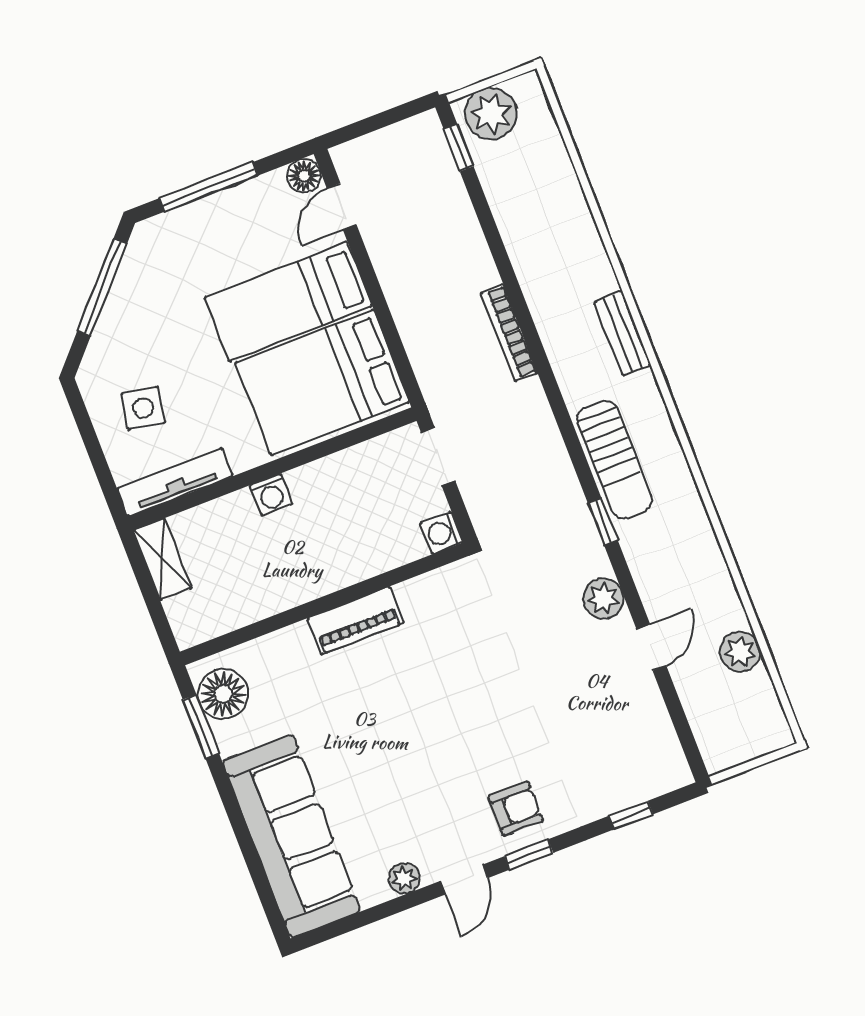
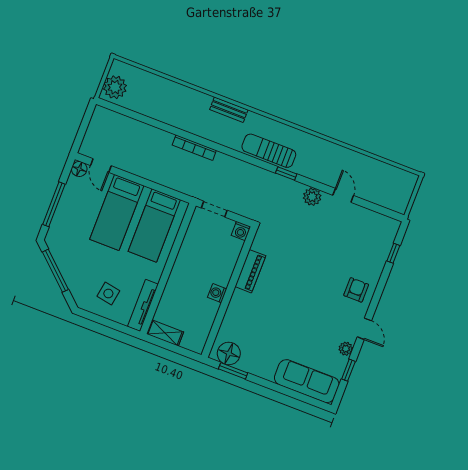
window: (458, 148) -> (117, 108), removed
bed: (322, 382) -> (154, 226), width x0.67
sun lounger: (614, 460) -> (269, 151), turned 180
washing machine: (271, 495) -> (217, 293), moved, turned 180
piano: (356, 621) -> (250, 271), moved
plant: (740, 652) -> (372, 167), removed
sofa: (292, 836) -> (307, 381), width x0.74, depth x0.79
window: (529, 854) -> (348, 370), moved

